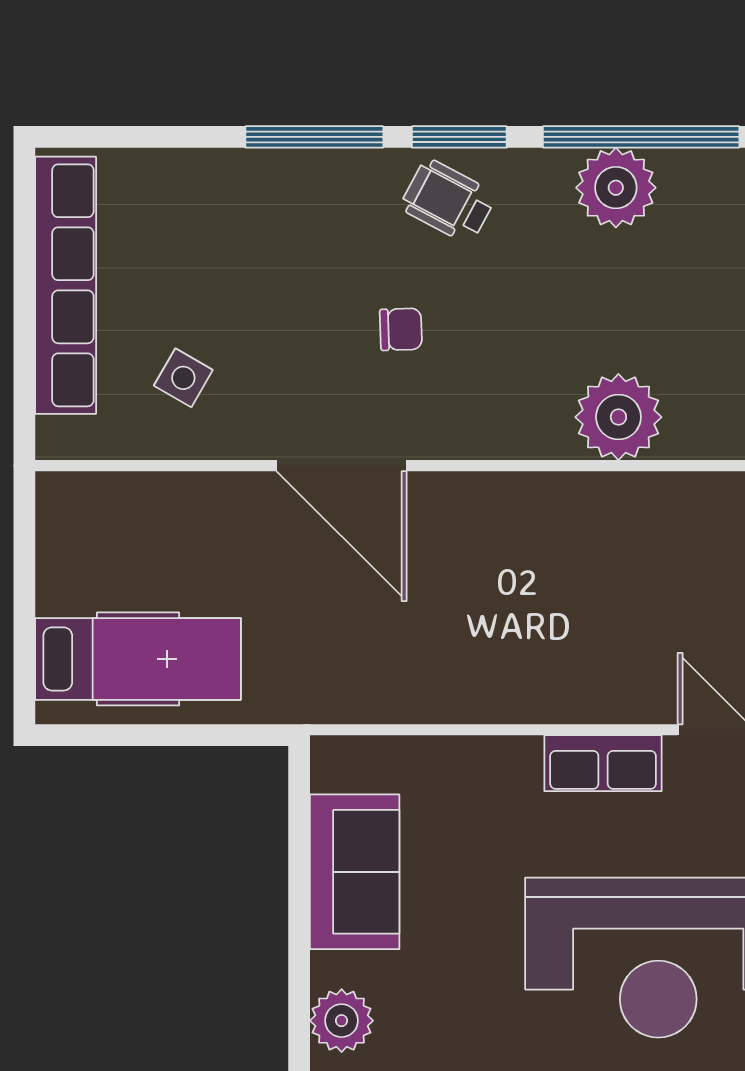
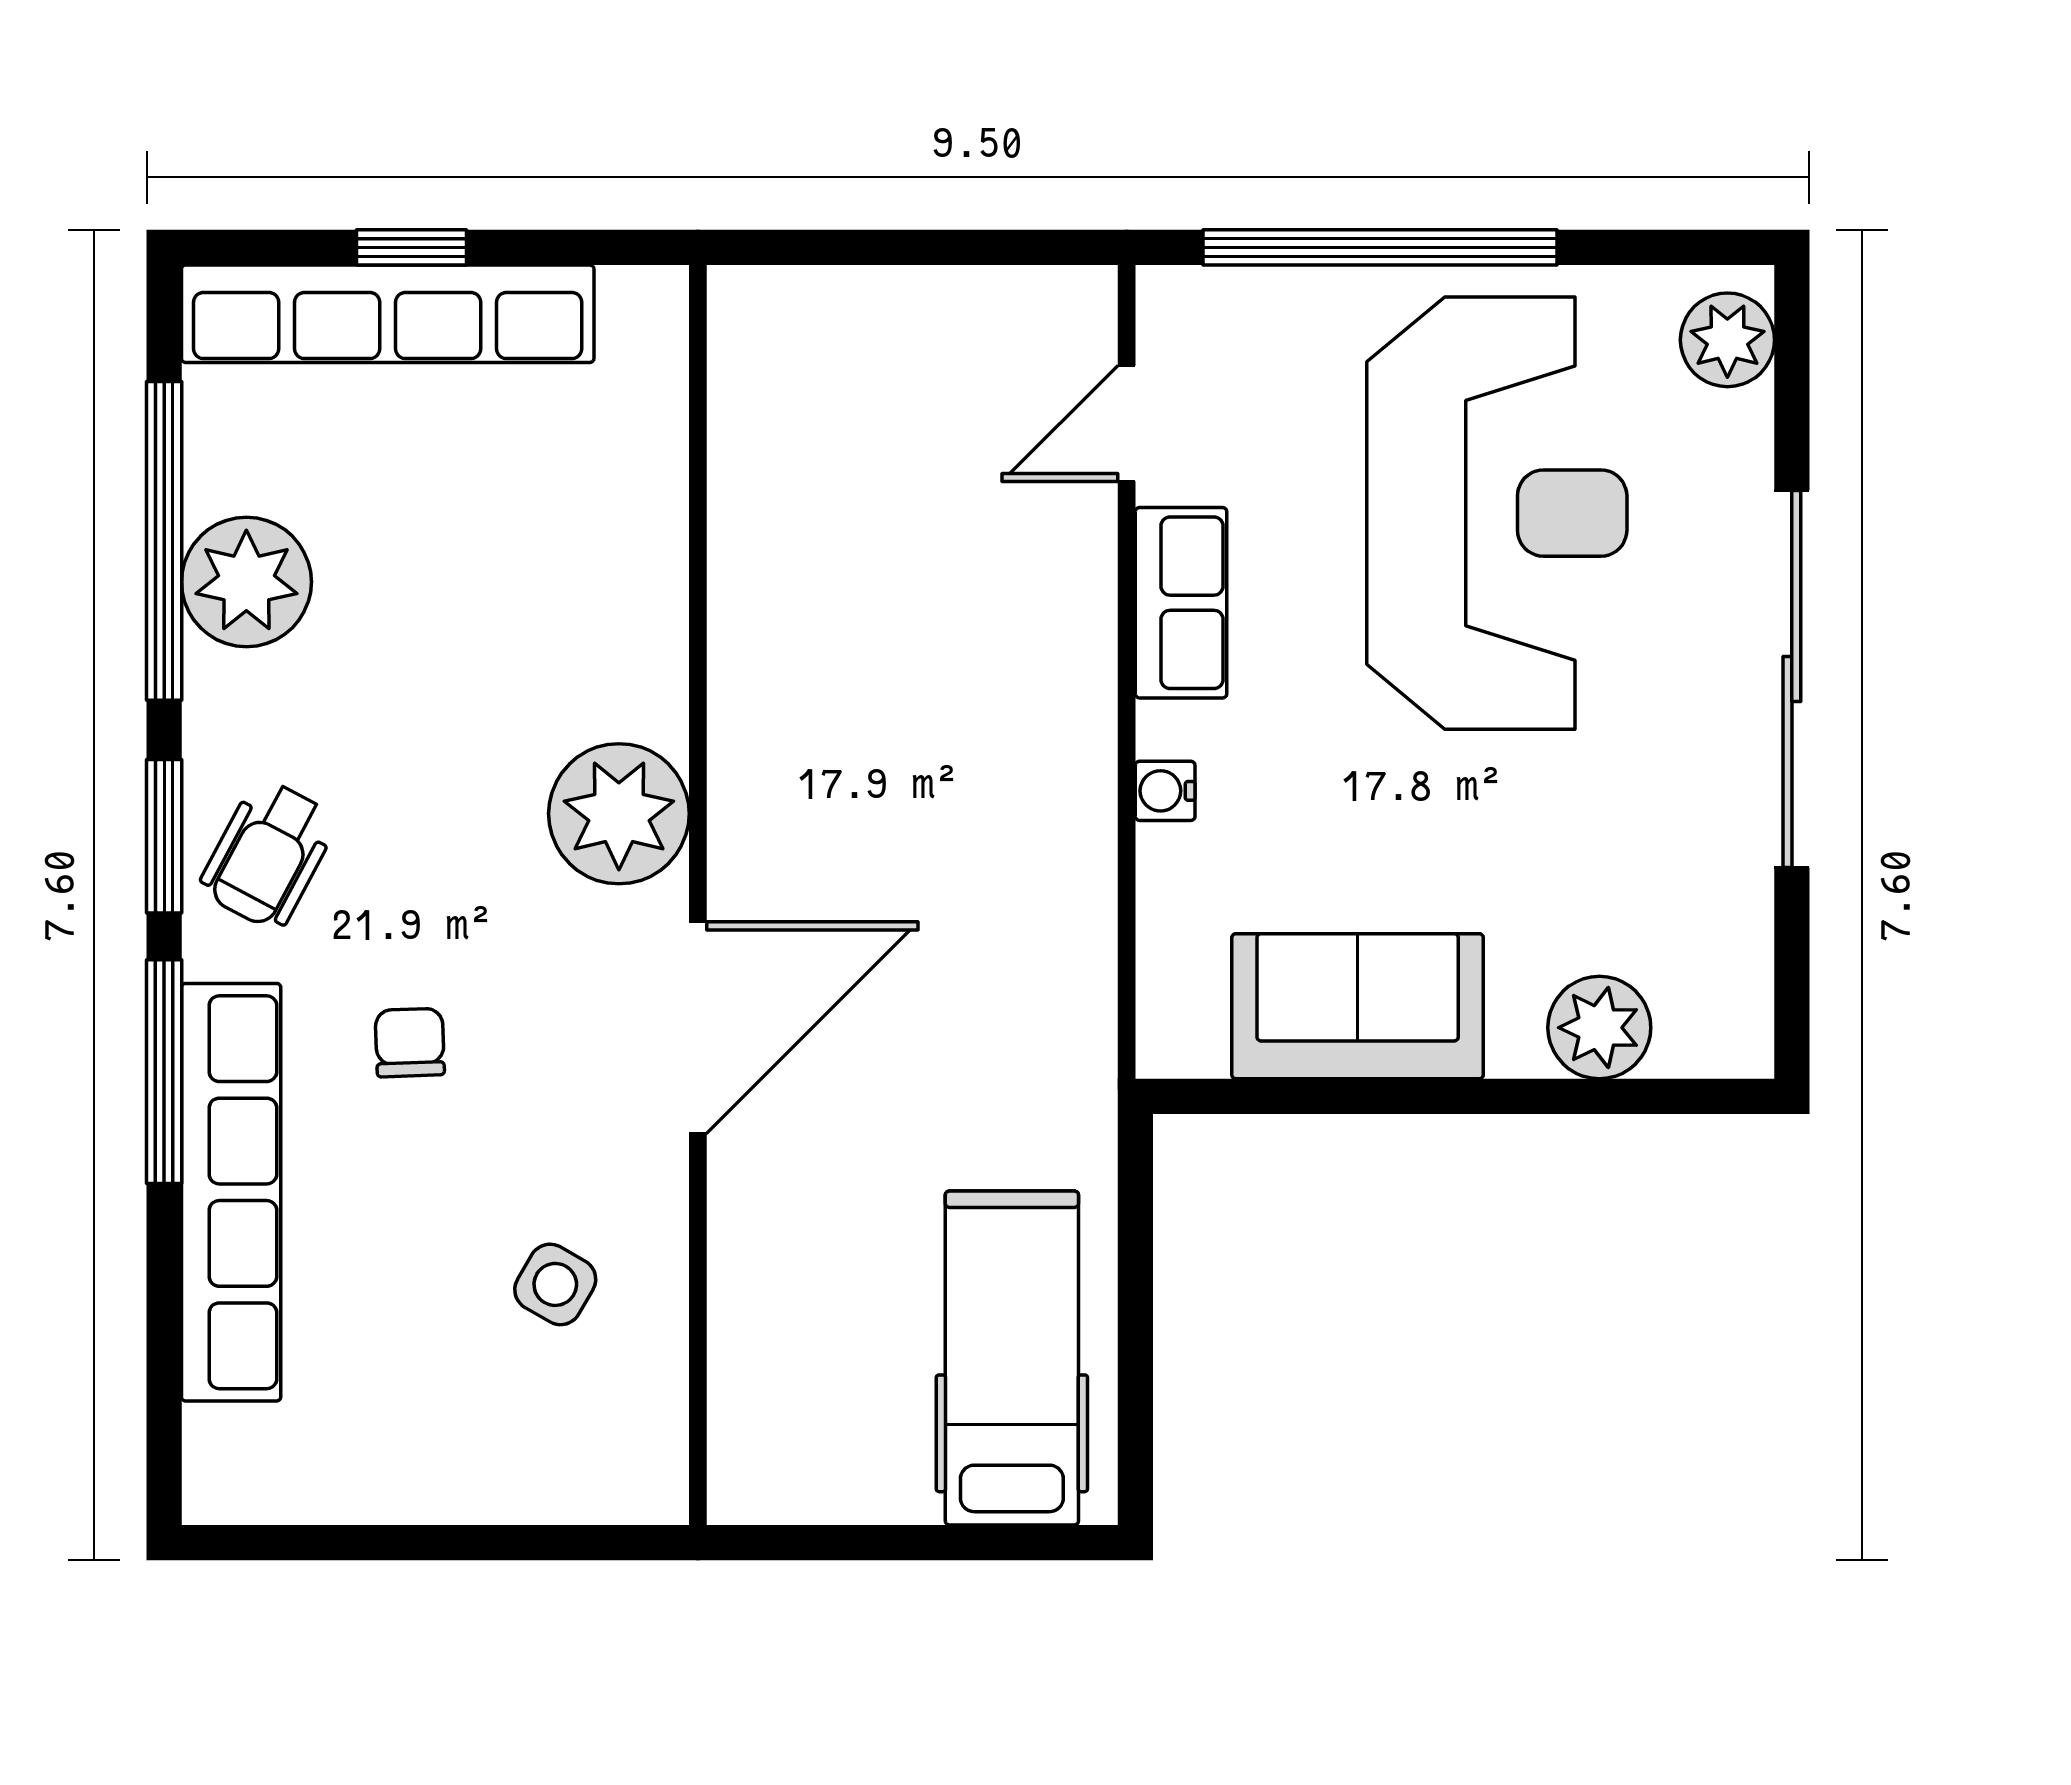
row of seats: (66, 285) -> (231, 1192), moved, turned 90
chair: (401, 329) -> (410, 1043), moved
plant: (618, 417) -> (619, 814), moved
water cooler: (487, 753) -> (1165, 791), added

